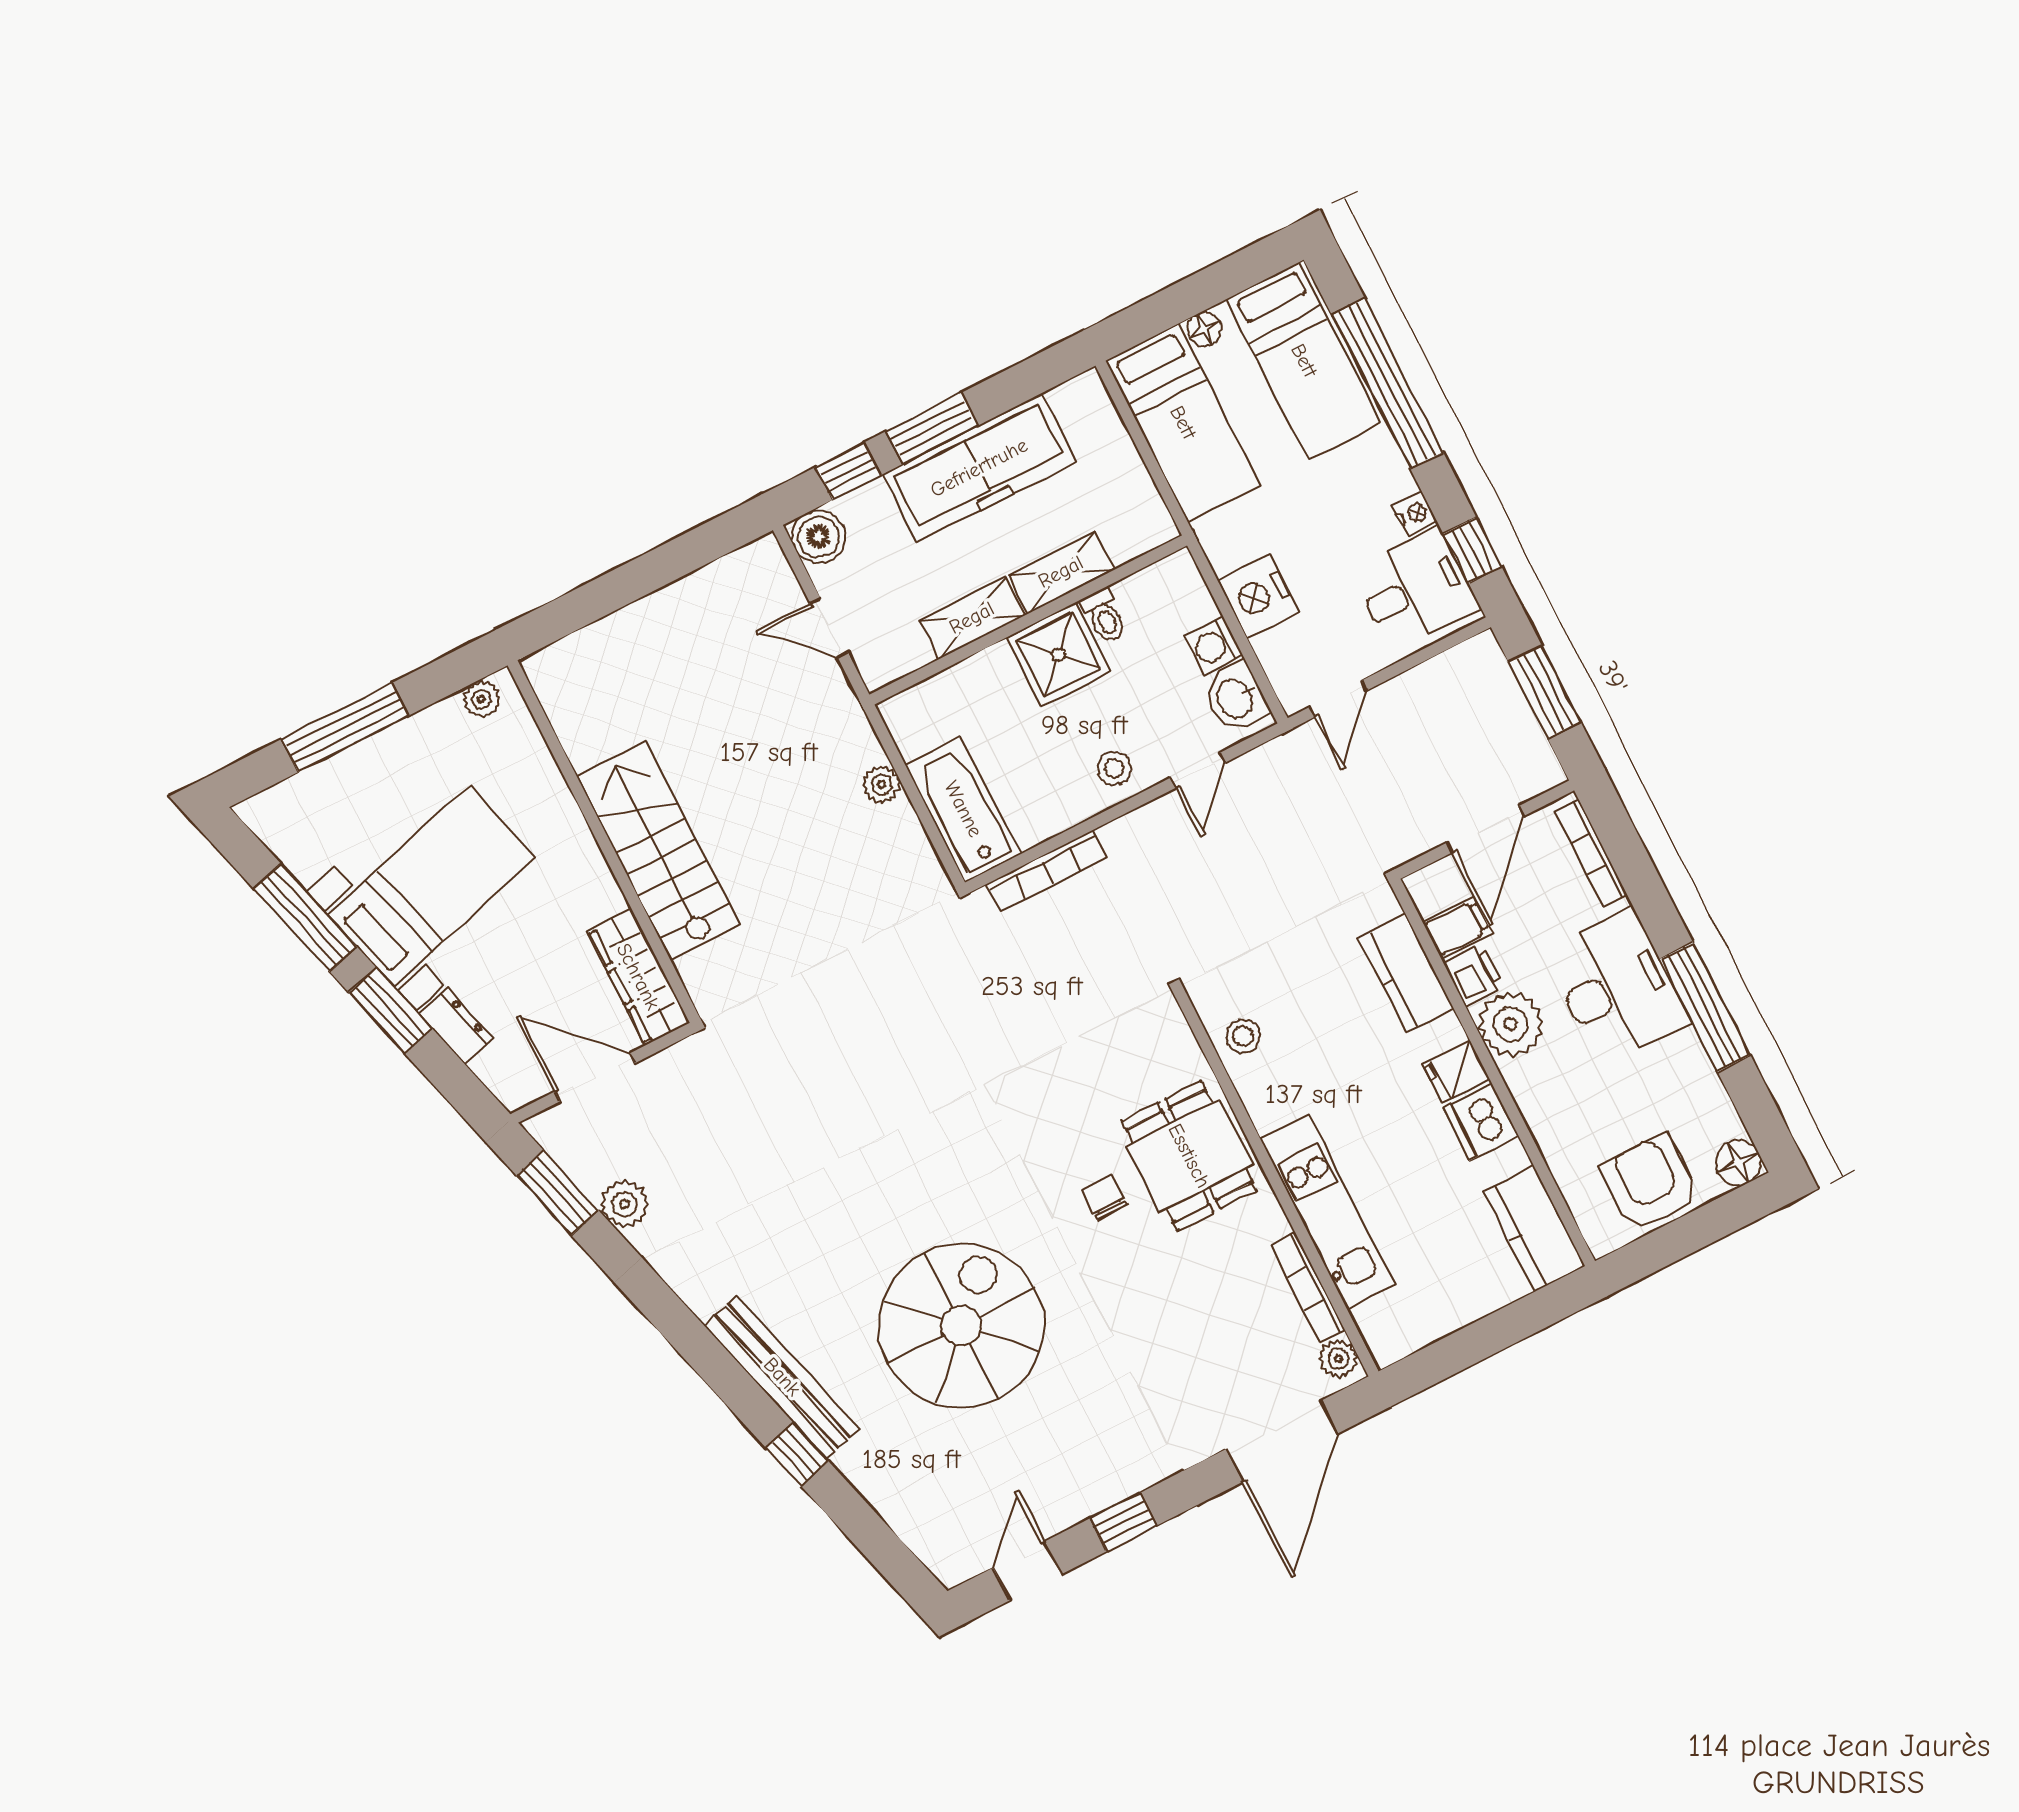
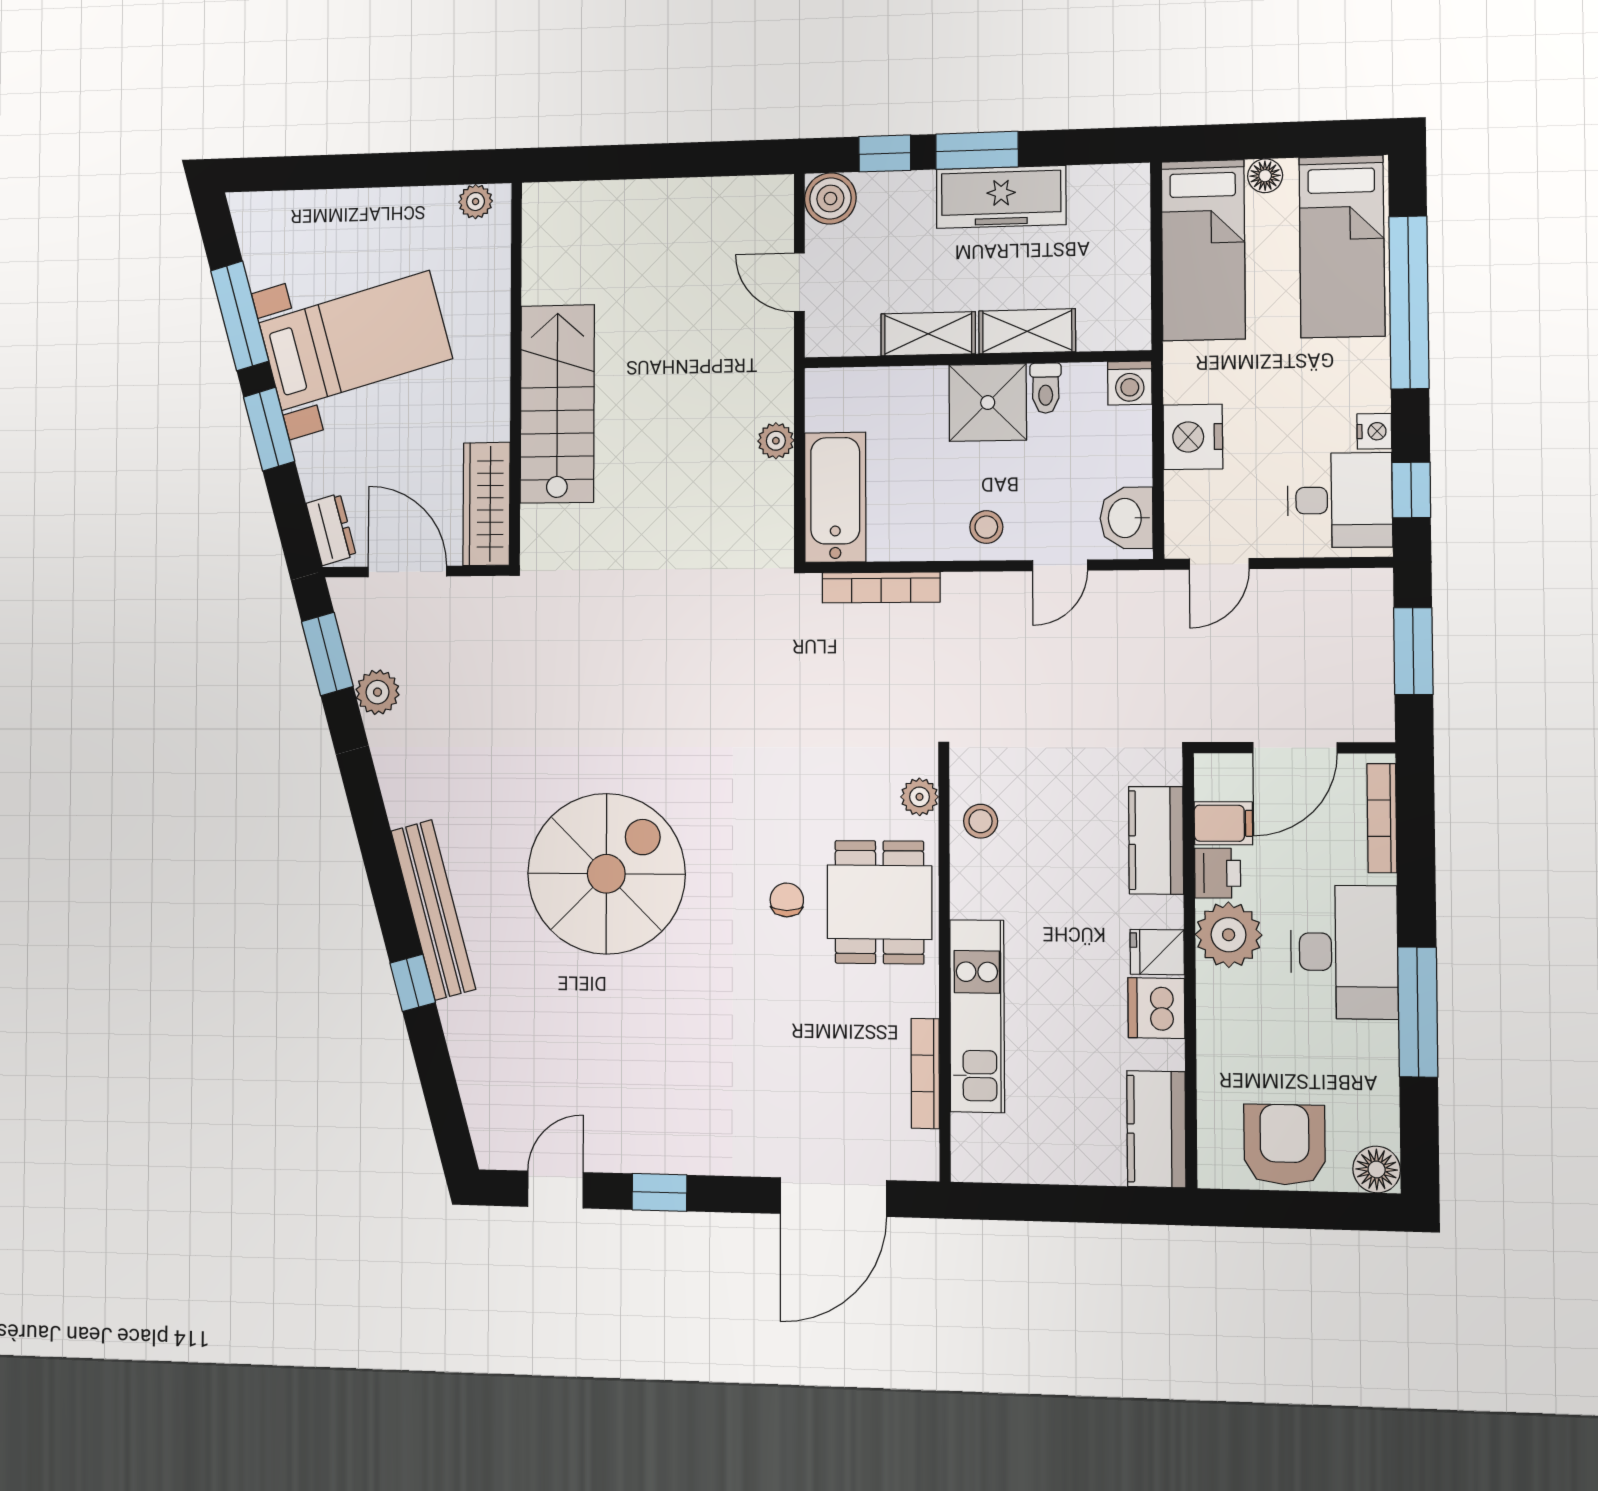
freezer: (979, 468) -> (1001, 197), width x0.73, depth x0.79
washing machine: (1214, 646) -> (1130, 383), moved, turned -90
window: (345, 727) -> (352, 171), removed
dresser: (456, 1026) -> (331, 529), moved
spiral stairs: (961, 1326) -> (606, 874), moved
plant: (1338, 1359) -> (920, 797), moved

